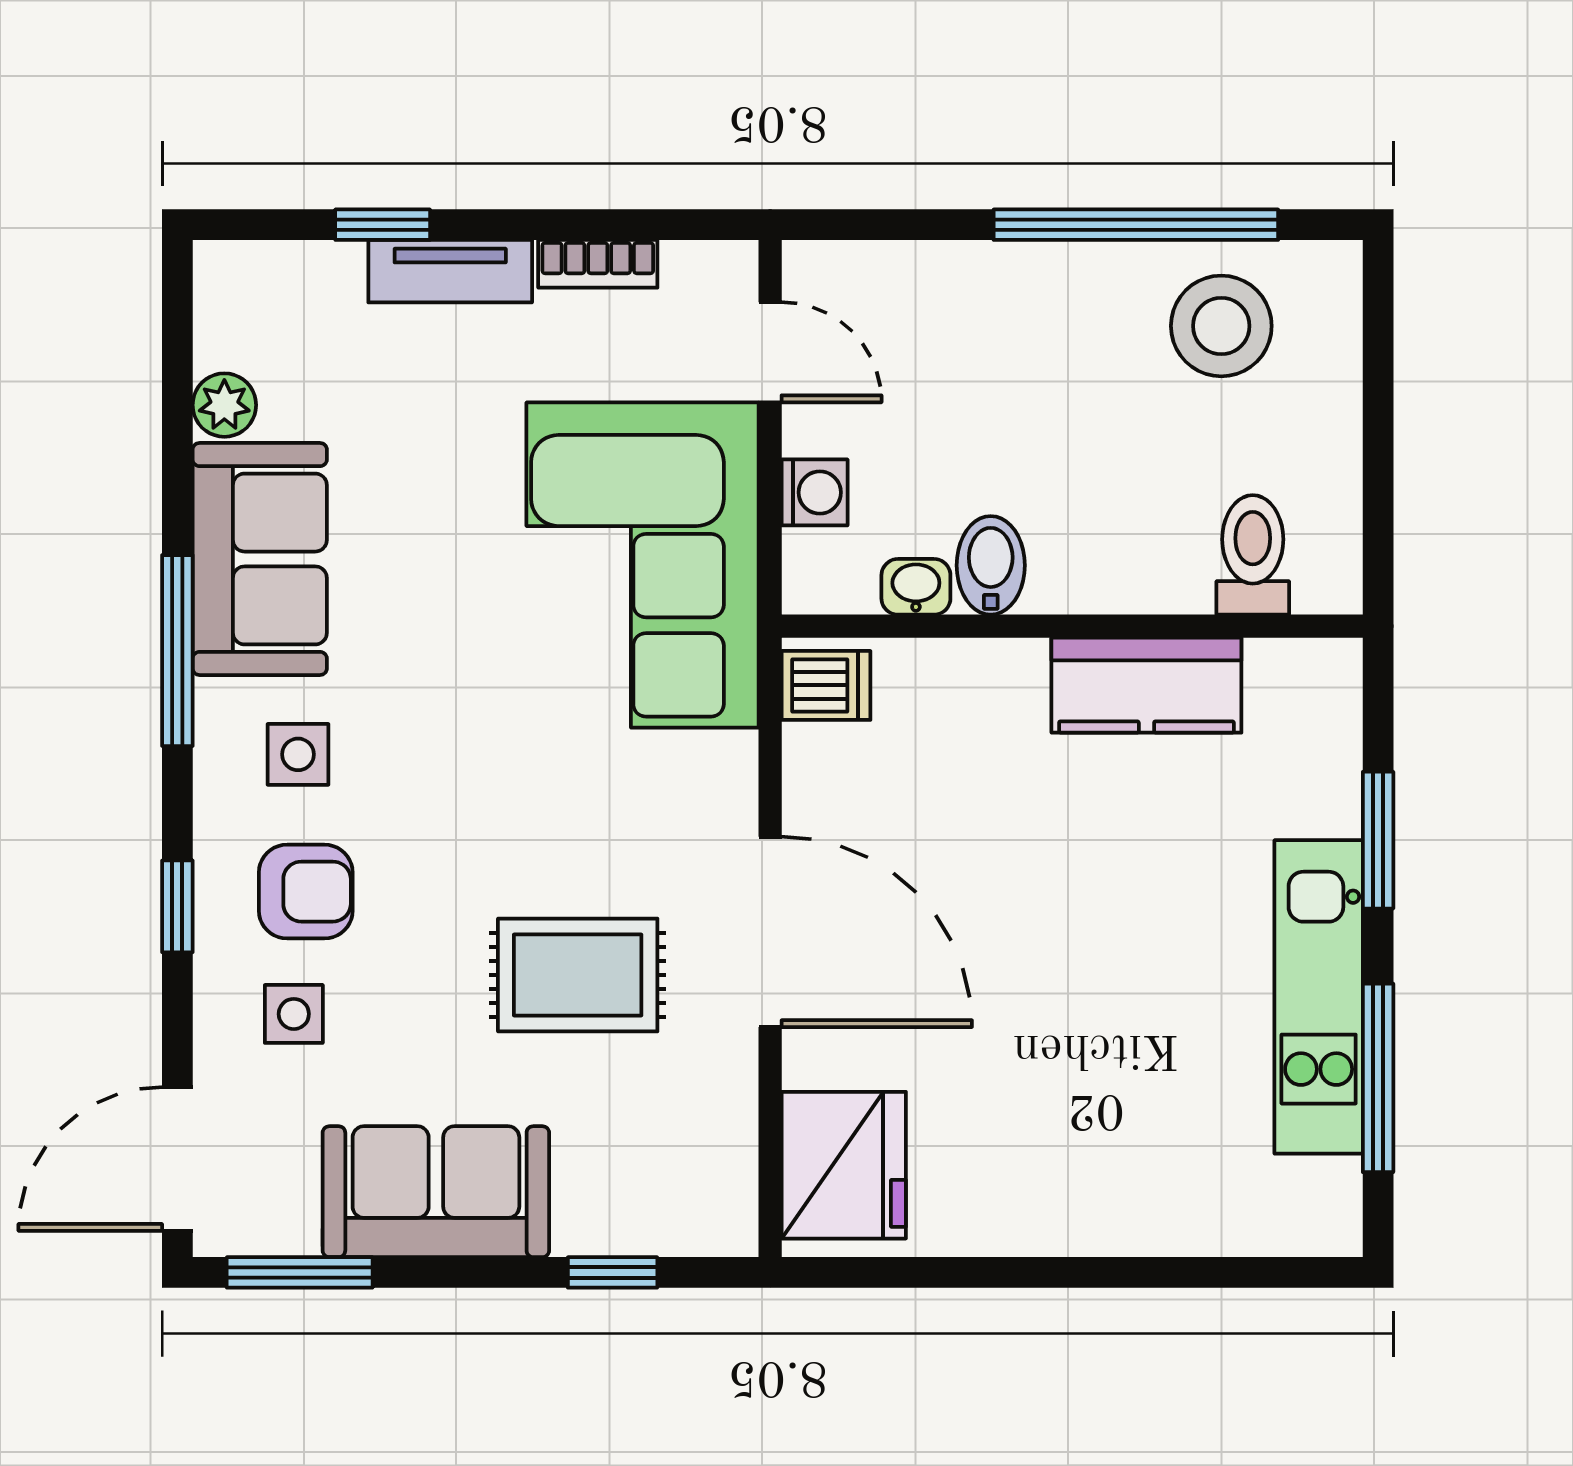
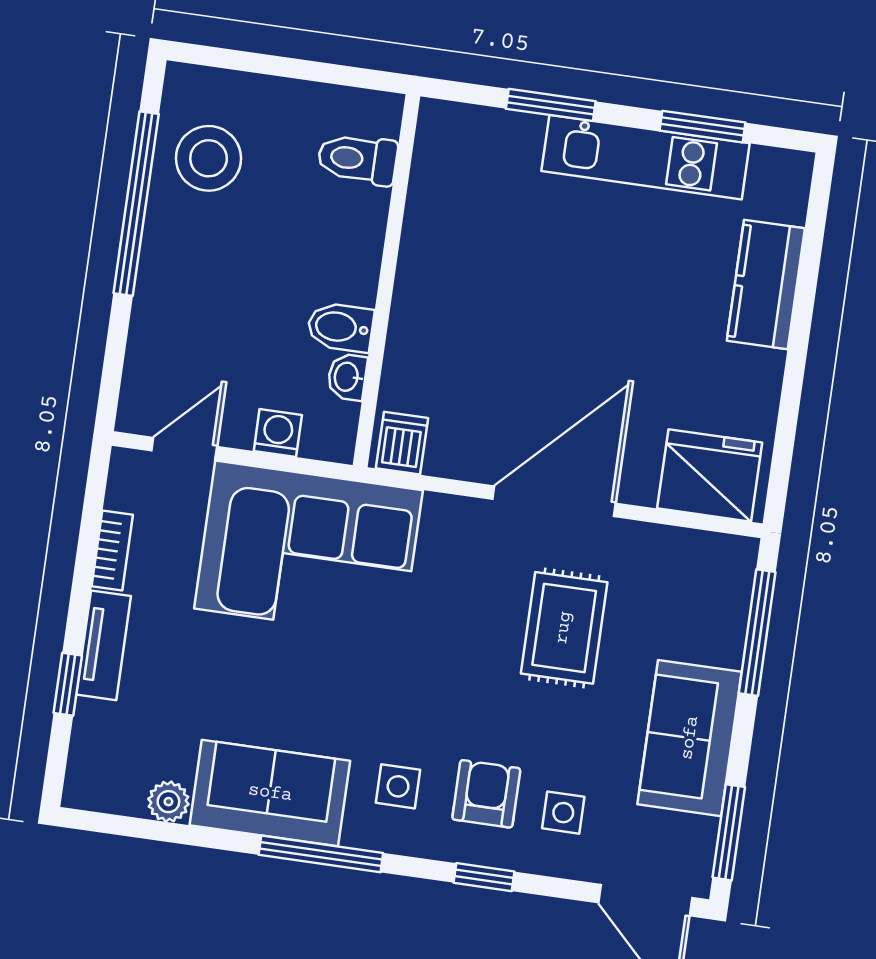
kitchen counter: (1146, 685) -> (766, 284), moved, turned 180
window: (1378, 1078) -> (703, 127), width x0.69
window: (613, 1272) -> (757, 633), width x2.17

